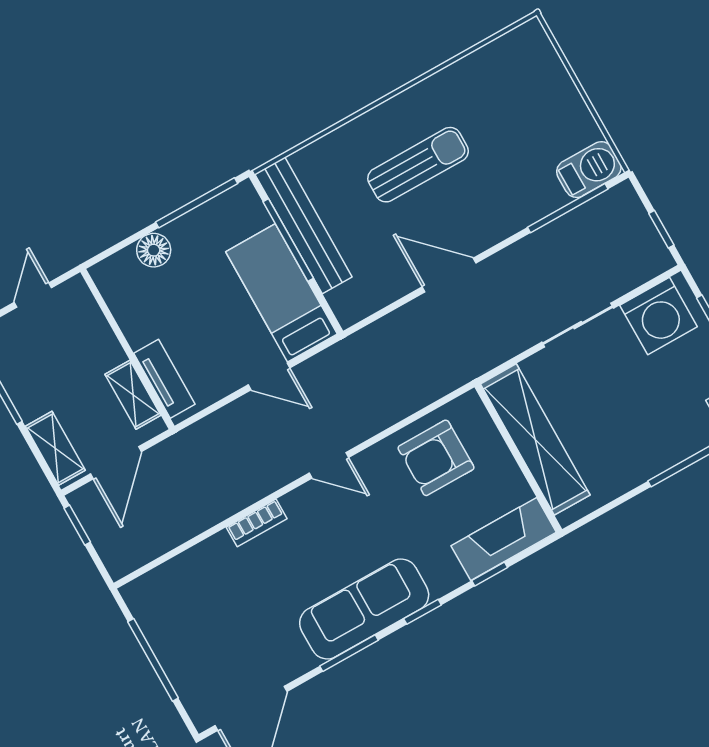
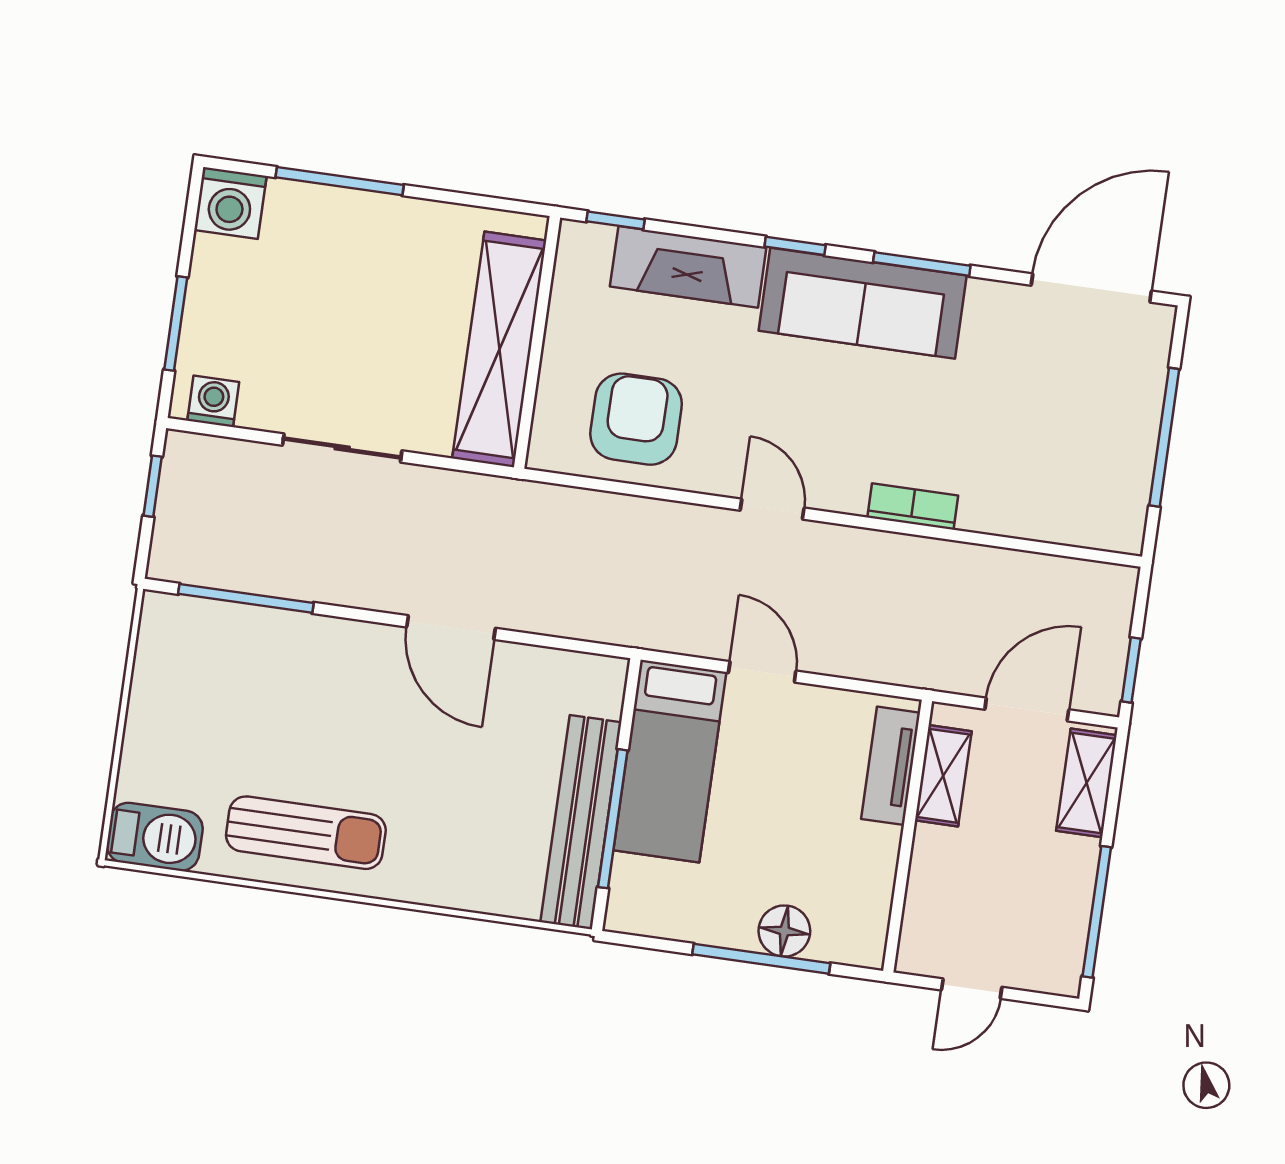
sun lounger: (418, 165) -> (306, 833), moved, turned 180
barbecue: (589, 170) -> (155, 837), moved, turned 180
window: (197, 203) -> (761, 959), moved
washing machine: (659, 316) -> (213, 401), width x0.53, depth x0.53
armchair: (436, 458) -> (636, 419), turned -90
fireplace: (504, 539) -> (688, 267), moved
window: (490, 574) -> (615, 220), moved

